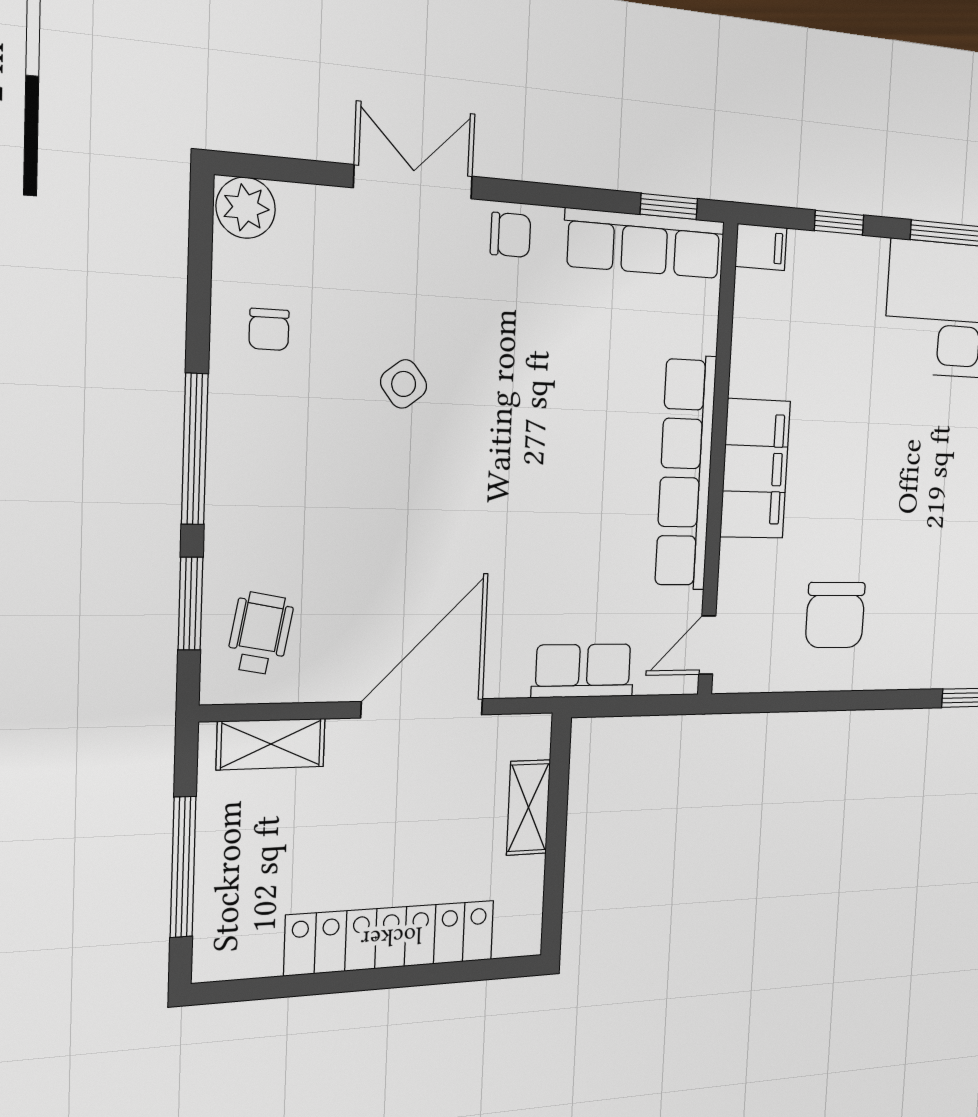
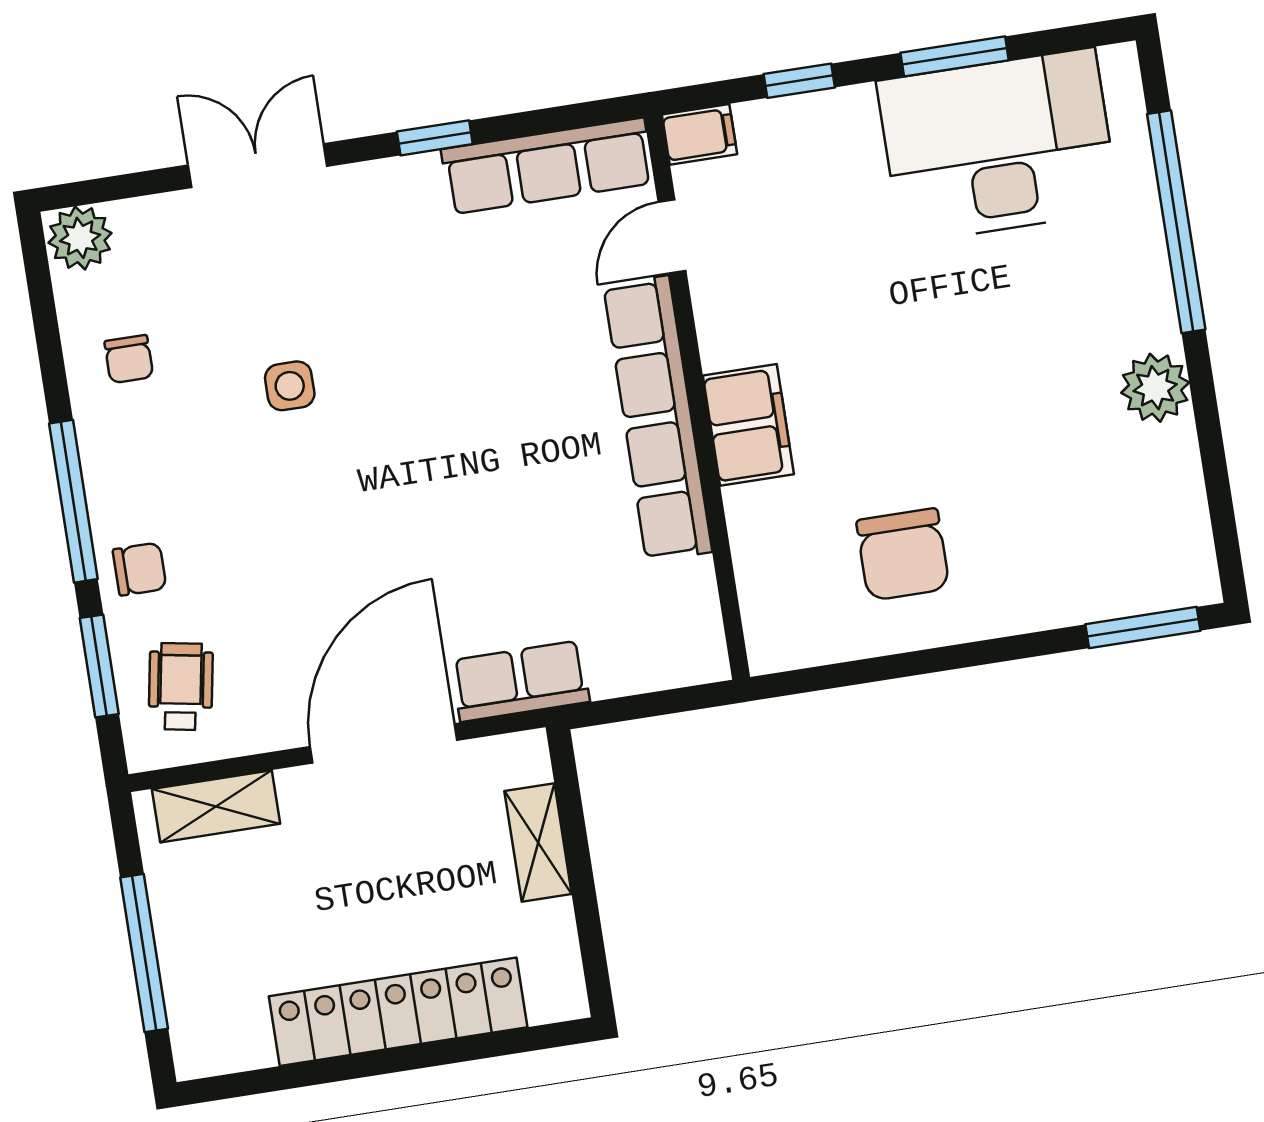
window: (669, 206) -> (435, 138), moved
chair: (510, 235) -> (139, 569), moved
side table: (404, 384) -> (290, 386), turned 38
filing cabinet: (755, 469) -> (748, 425), width x0.67, depth x0.86
door: (707, 645) -> (672, 237), moved
row of seats: (583, 671) -> (520, 681), moved

